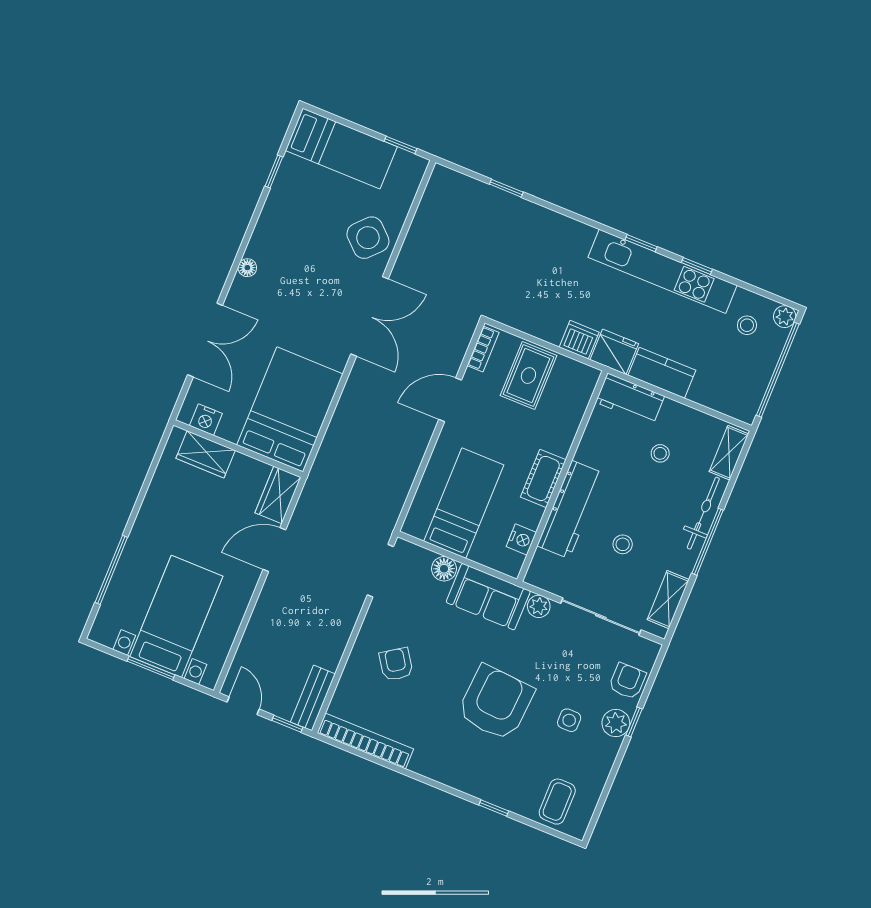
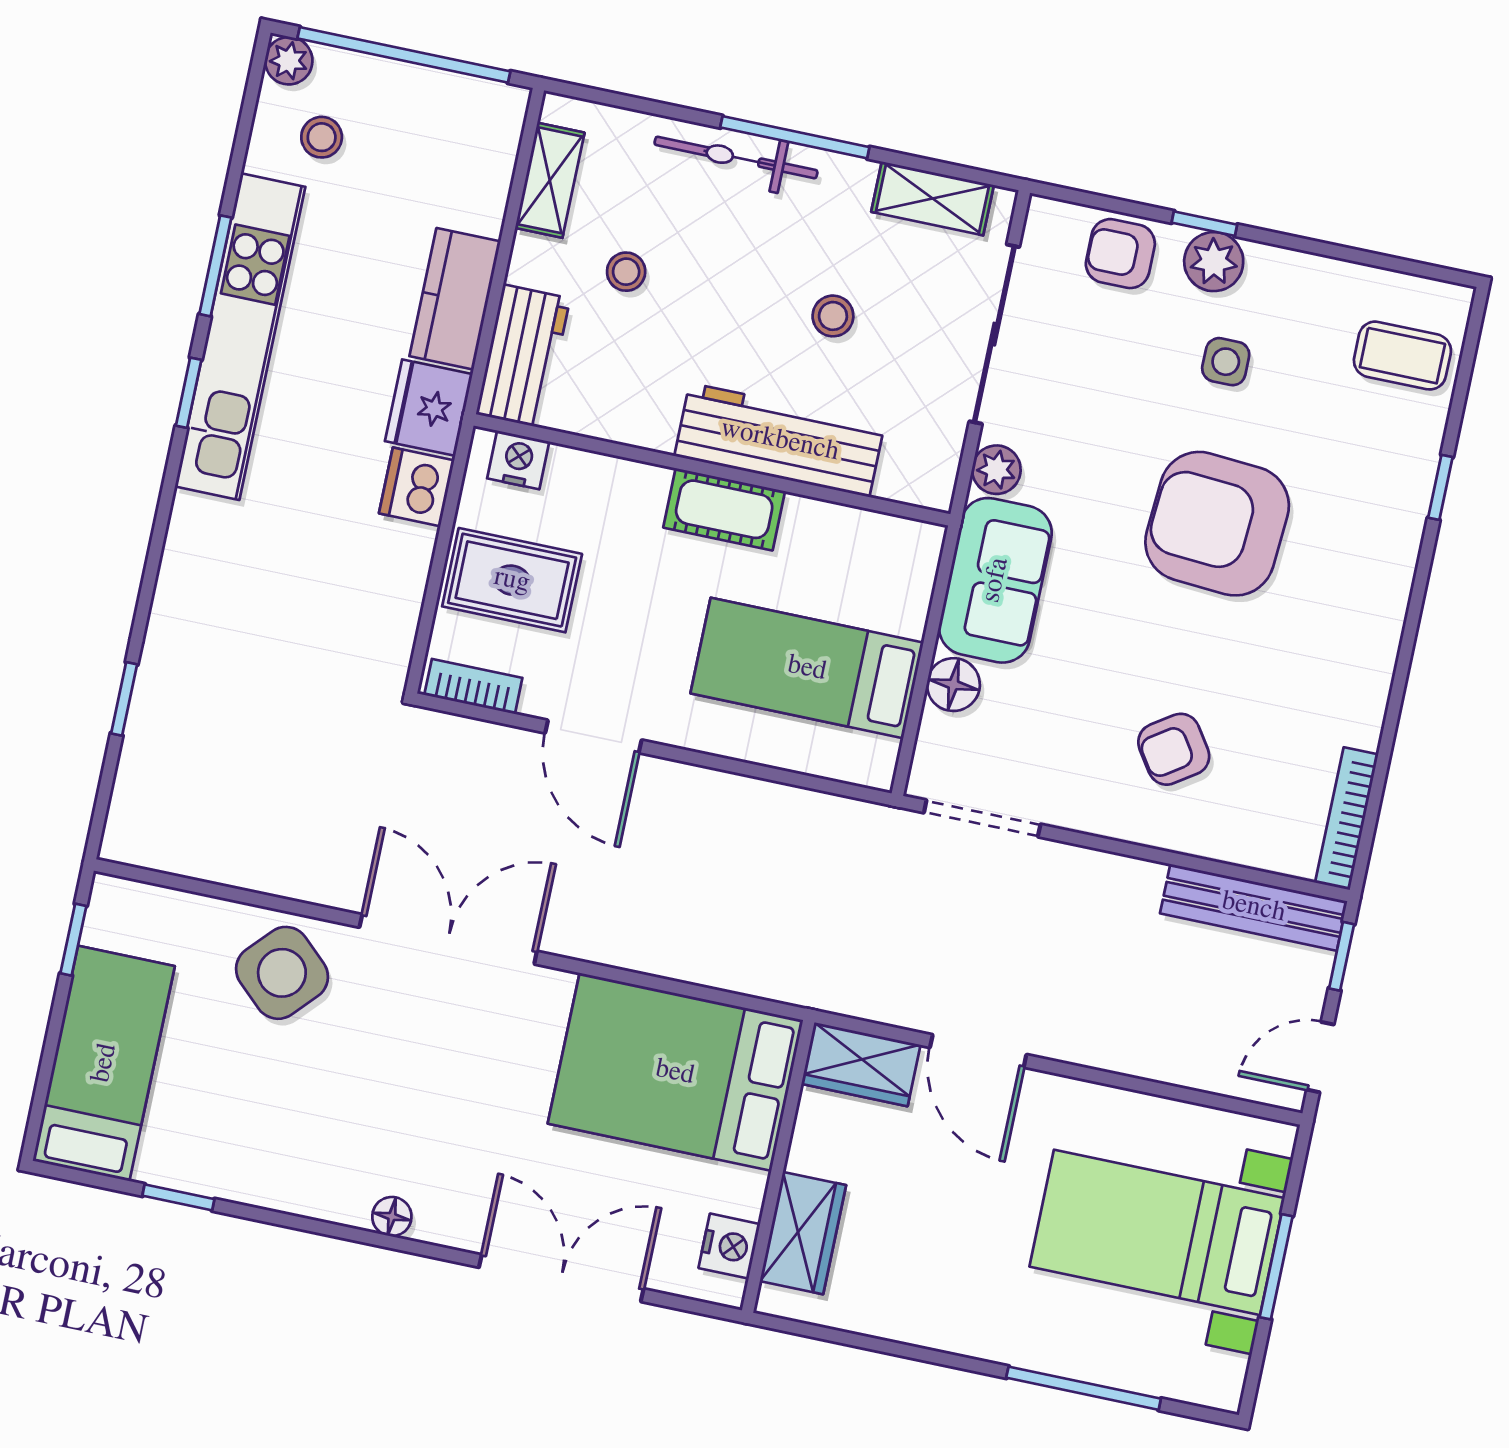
window: (697, 266) -> (215, 266), width x1.50
shelving: (729, 453) -> (550, 180), moved, turned 90
nightstand: (521, 539) -> (518, 460), moved
bench: (313, 698) -> (1254, 907), width x1.36
bookcase: (365, 741) -> (1347, 819), width x0.68, depth x0.76

